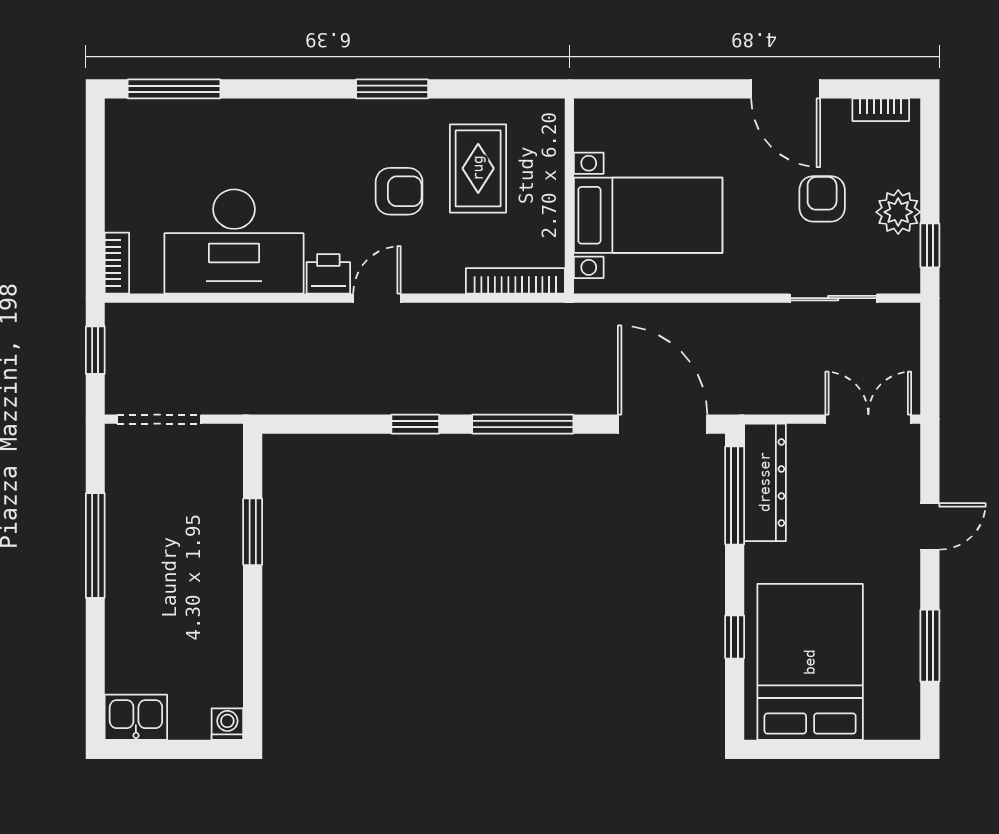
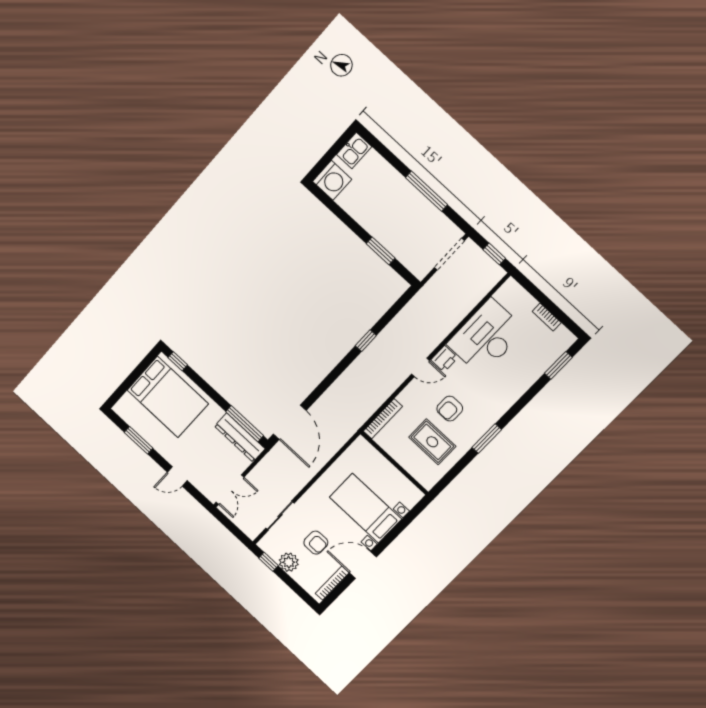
window: (174, 89) -> (558, 365), width x0.69
bookcase: (881, 110) -> (332, 583), width x1.56
bed with nightstands: (648, 215) -> (365, 508), moved, turned 90
bookcase: (117, 263) -> (547, 317), moved
door: (377, 298) -> (421, 367), hinge flipped
window: (523, 424) -> (332, 377), removed
door: (663, 424) -> (290, 422), hinge flipped
door: (930, 526) -> (177, 476), hinge flipped
window: (735, 637) -> (178, 361), moved
washing machine: (227, 724) -> (332, 180), width x1.89, depth x1.89

